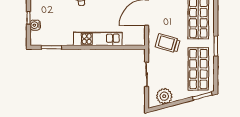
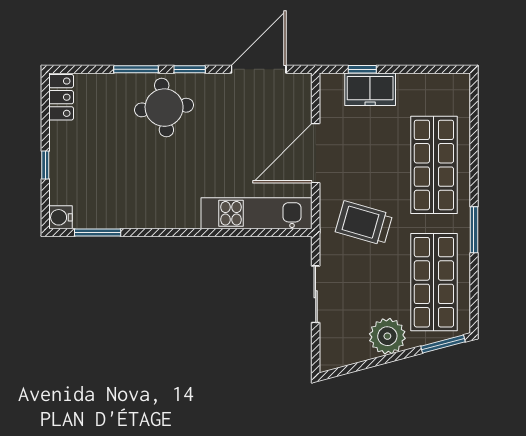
water cooler: (35, 25) -> (60, 217), moved
kitchen unit: (98, 39) -> (257, 213), moved
plant: (164, 96) -> (387, 336), moved

